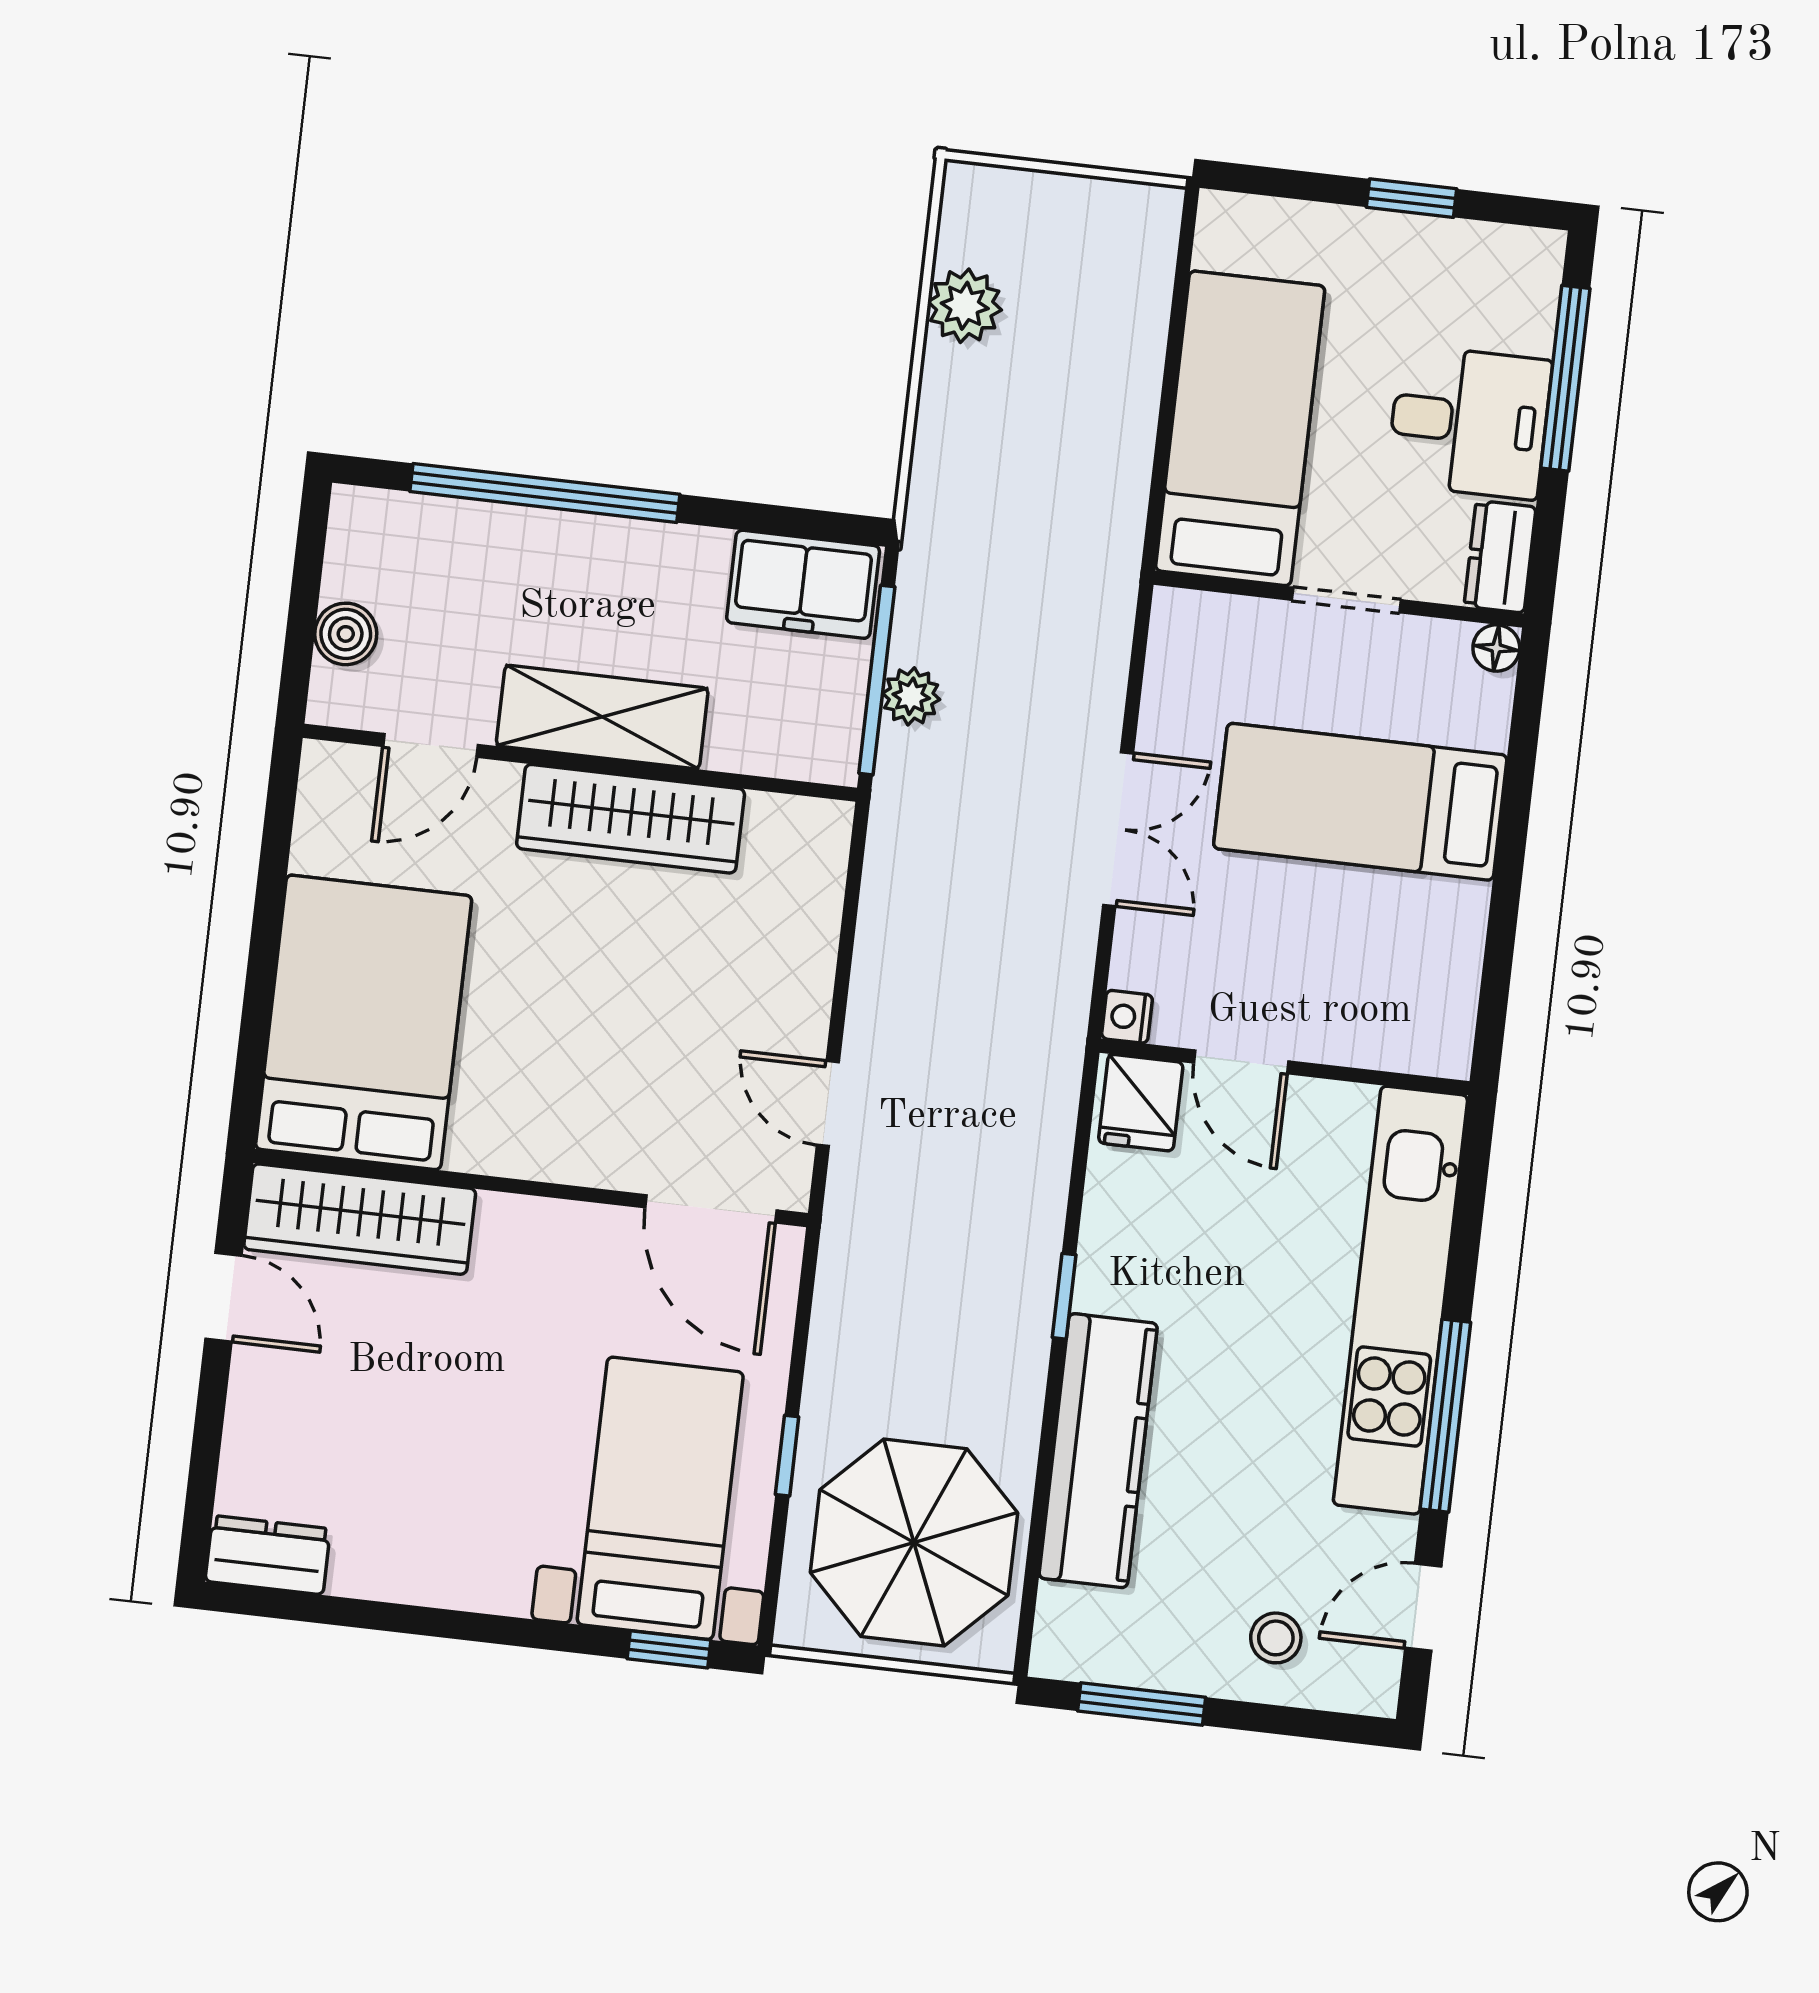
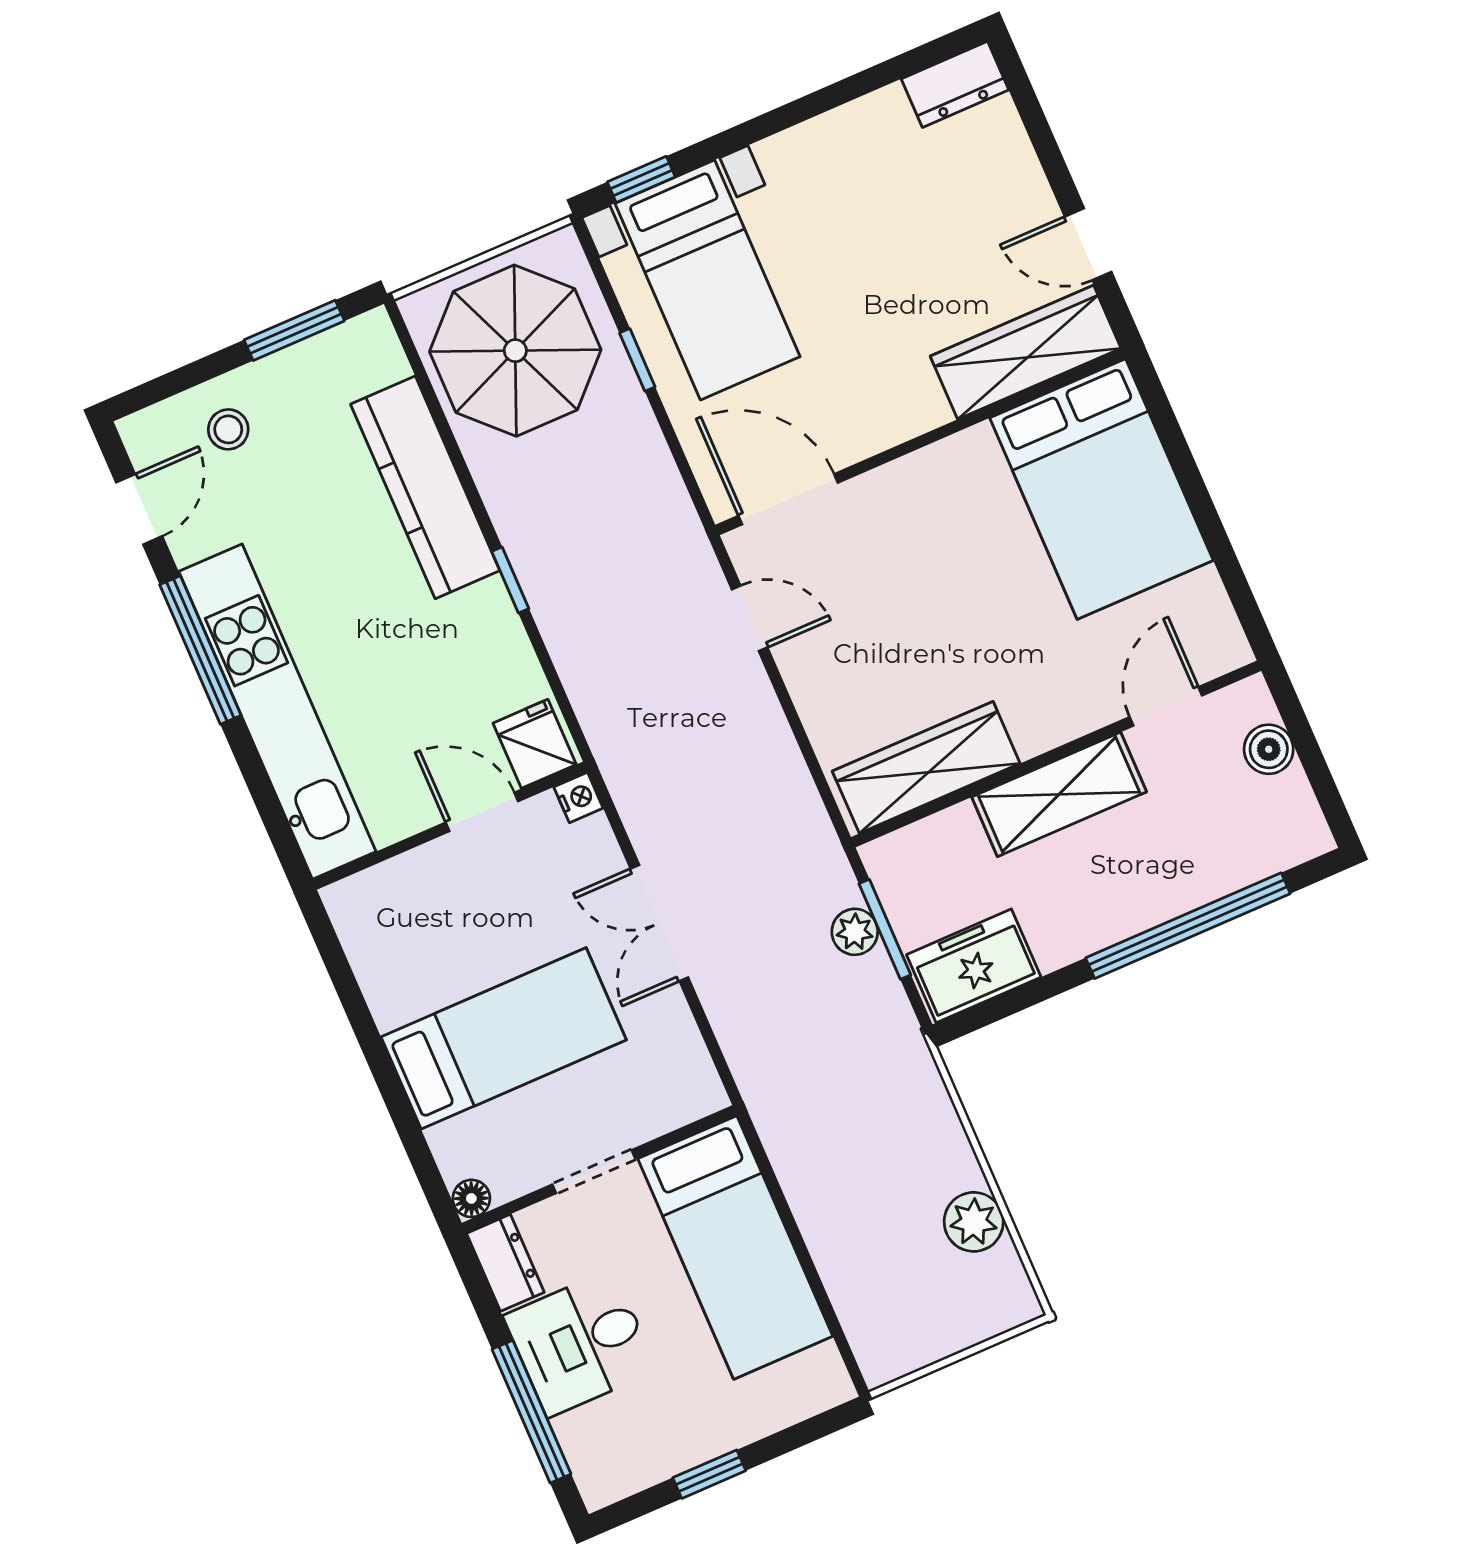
window: (877, 680) -> (885, 929), width x0.69
wardrobe: (631, 819) -> (926, 767), moved

